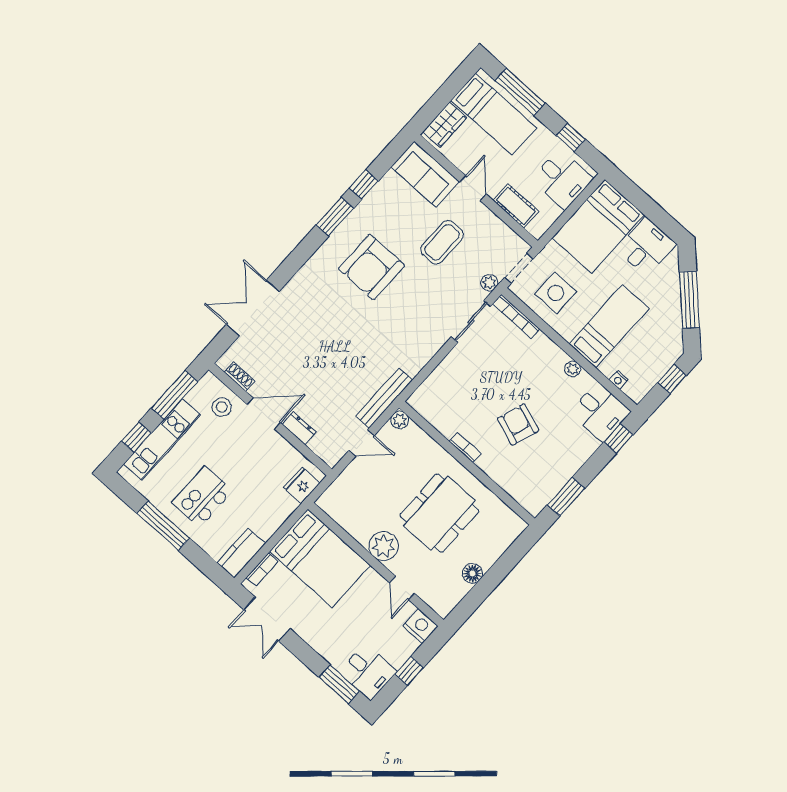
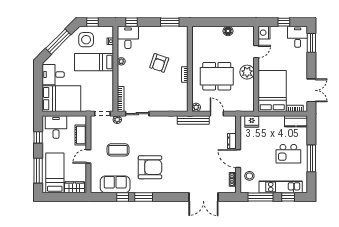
sofa: (425, 174) -> (115, 184), moved, turned -90
side table: (556, 293) -> (86, 40), moved
dining table: (439, 513) -> (217, 76), moved

